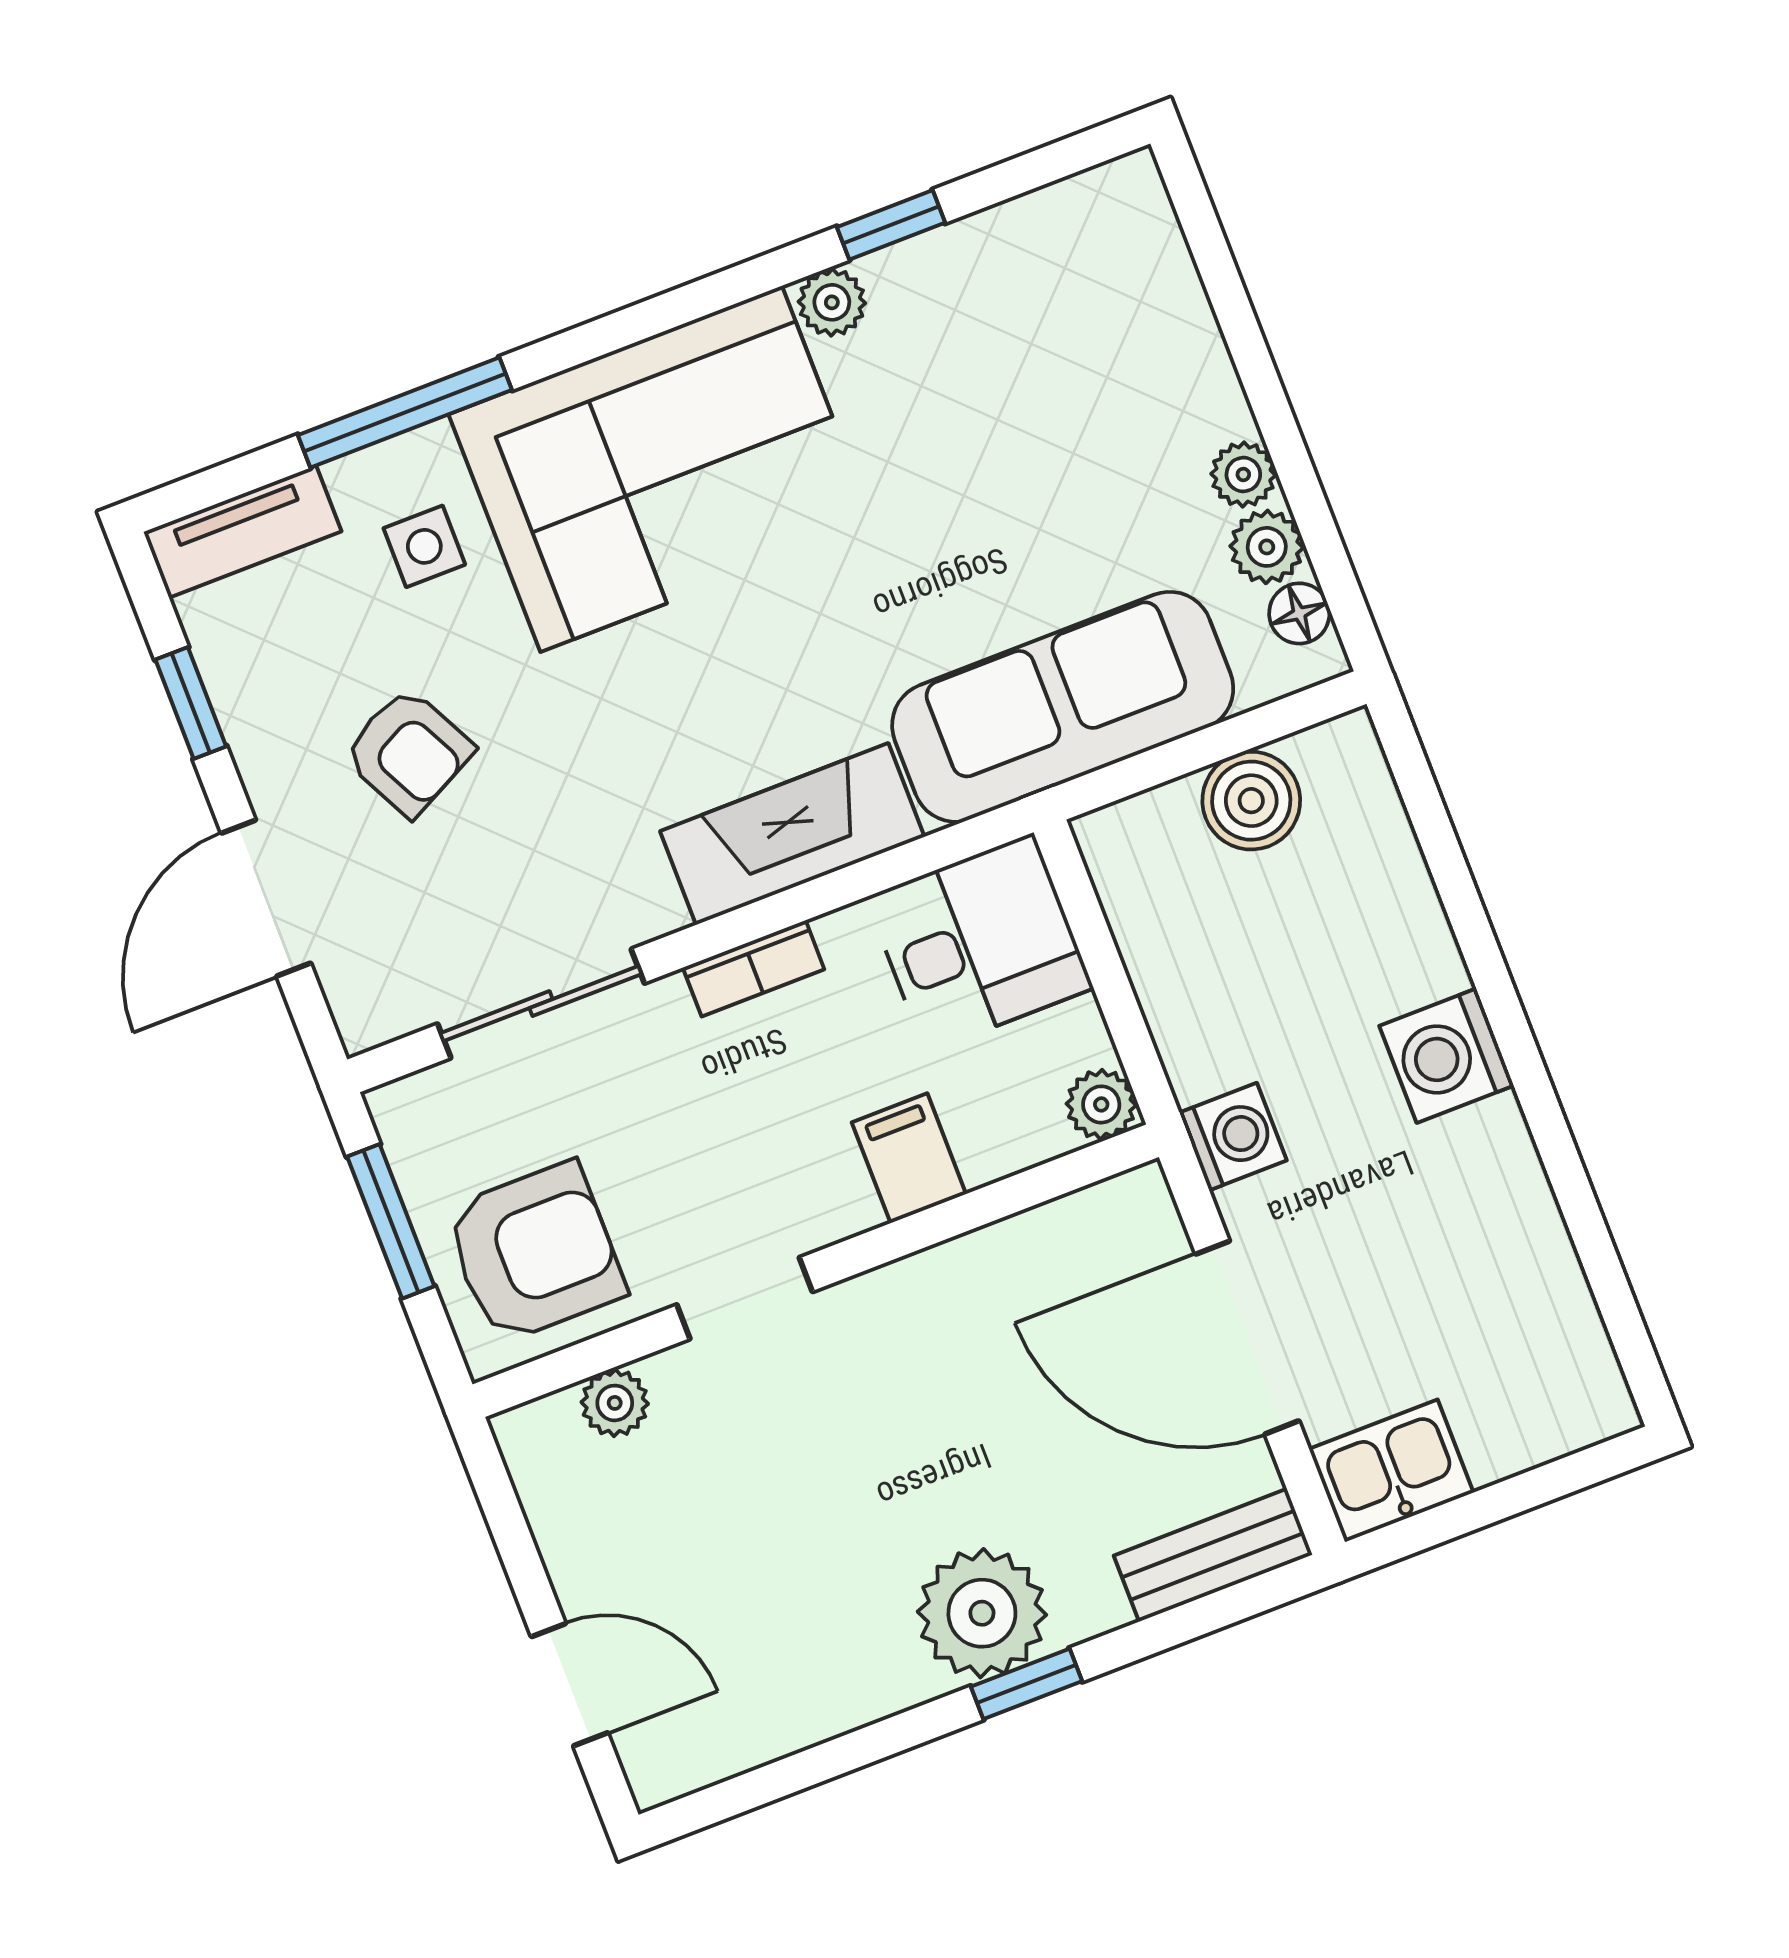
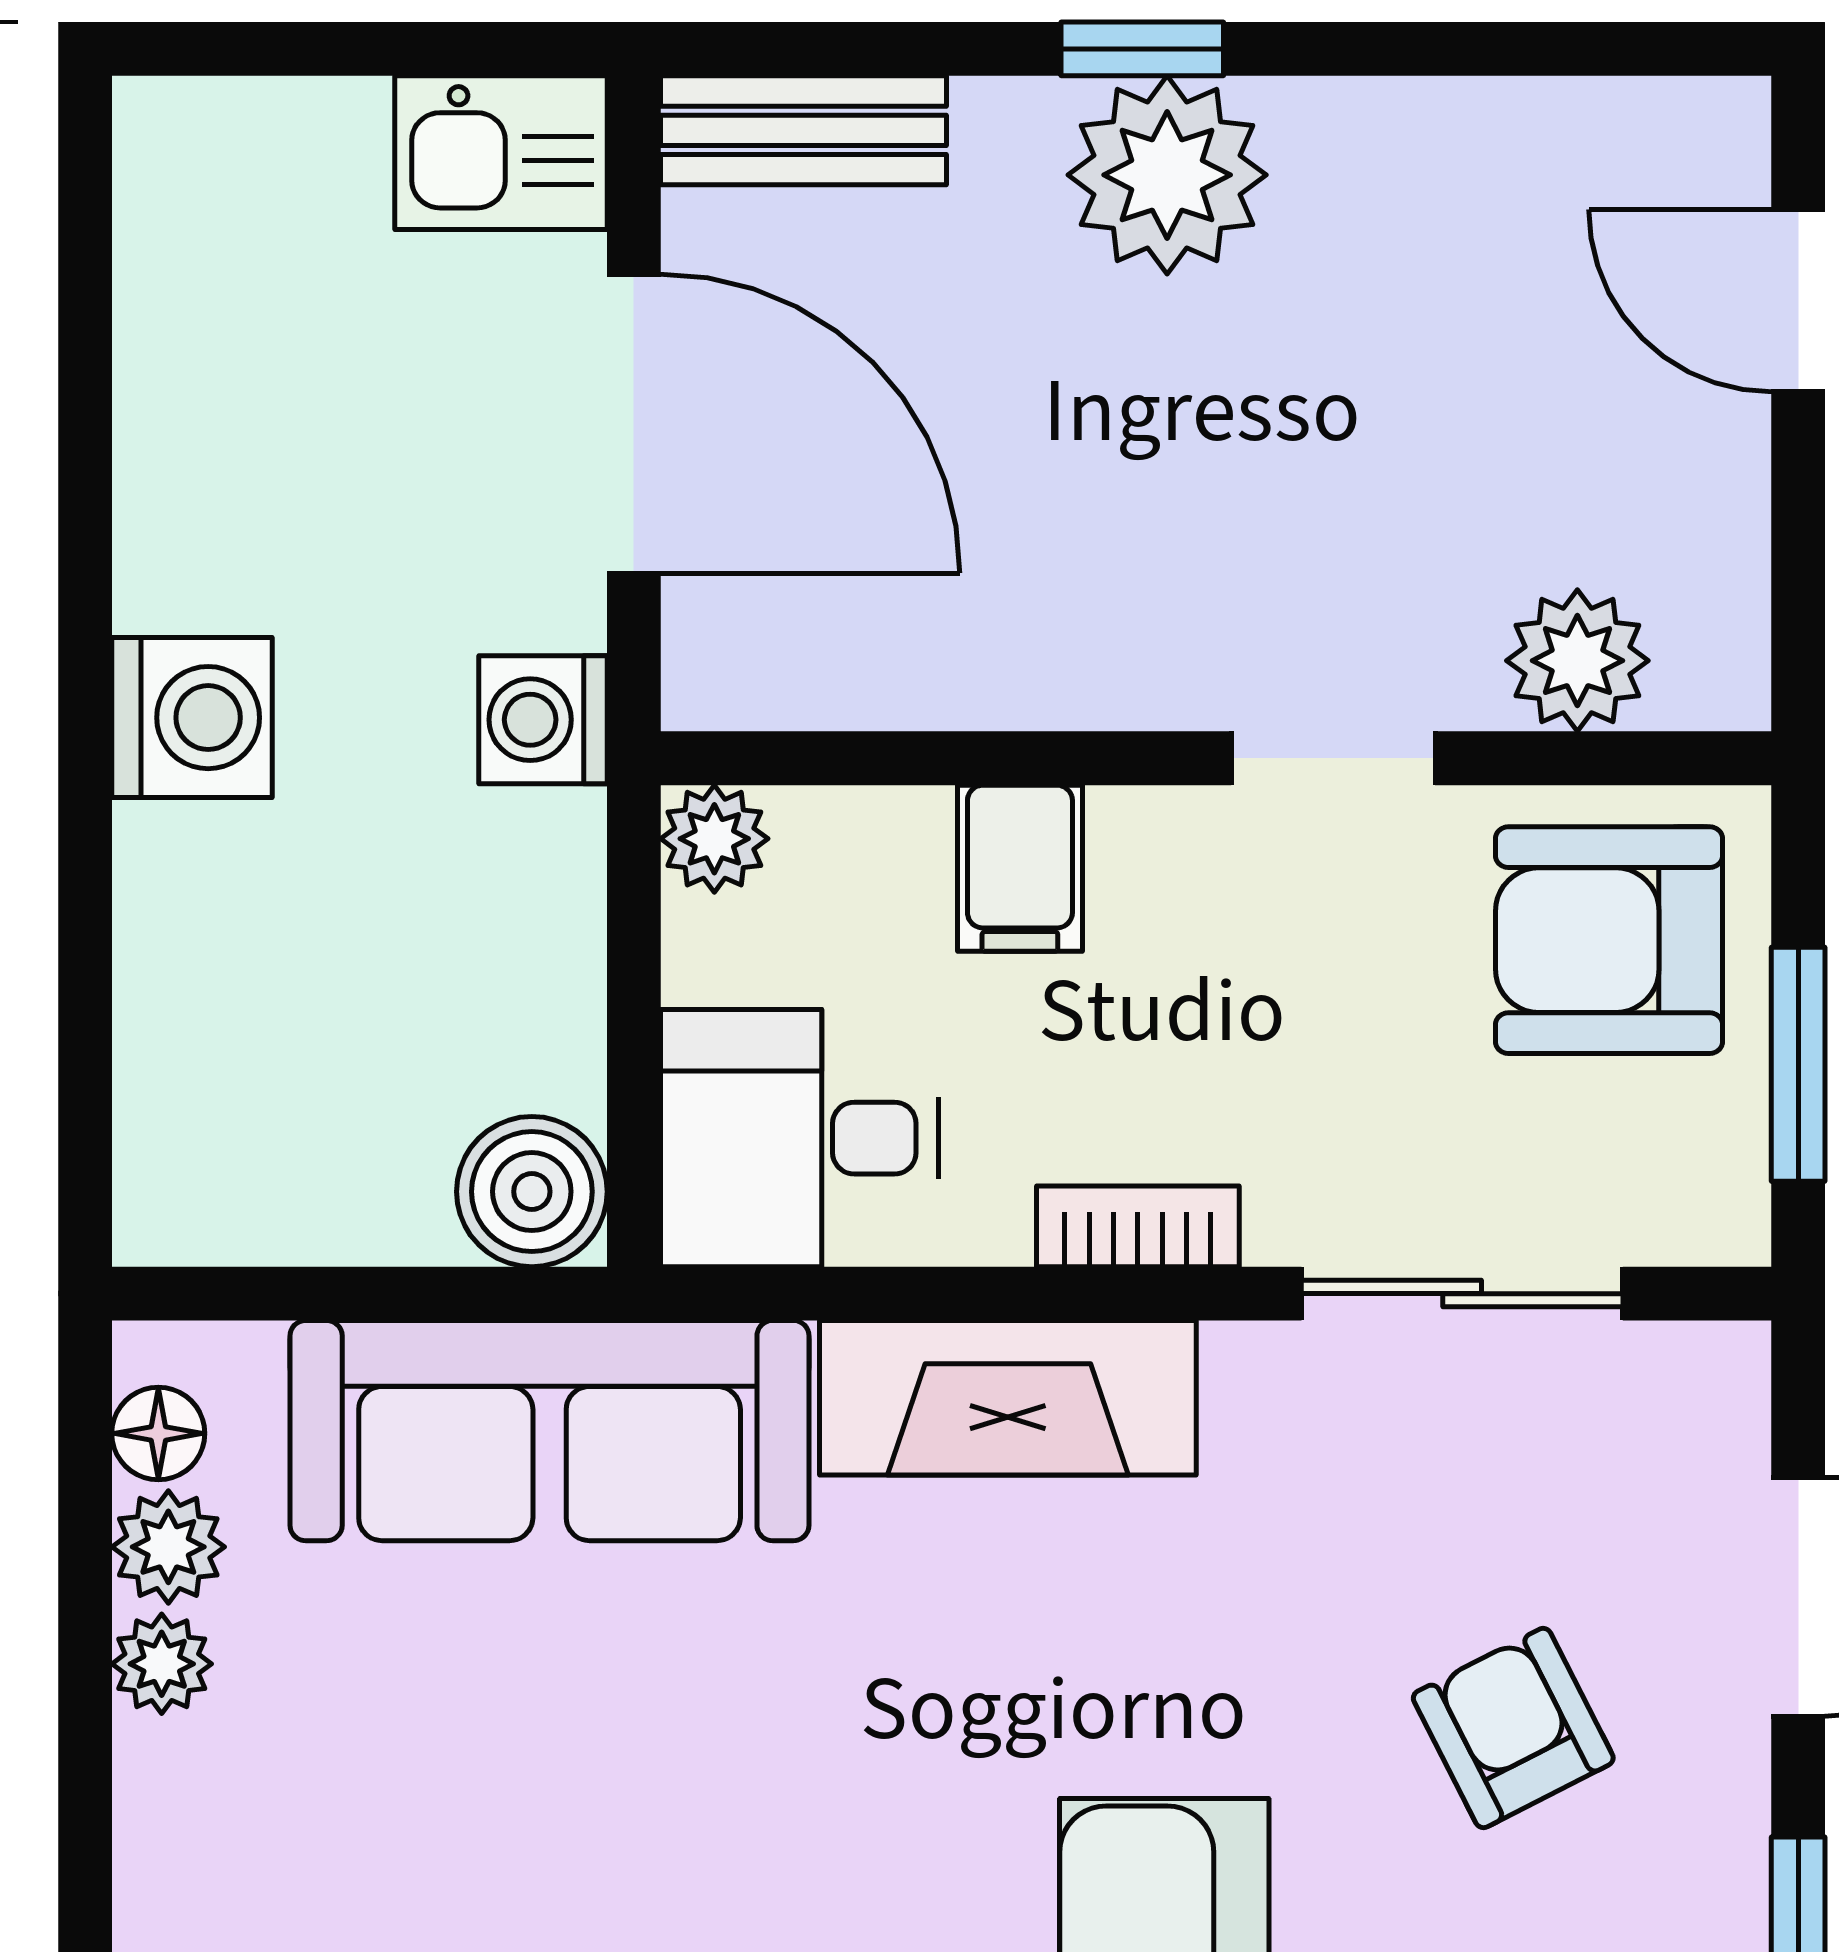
boiler: (1251, 801) -> (532, 1192), moved
plant: (615, 1403) -> (1577, 661), width x1.38, depth x1.38

